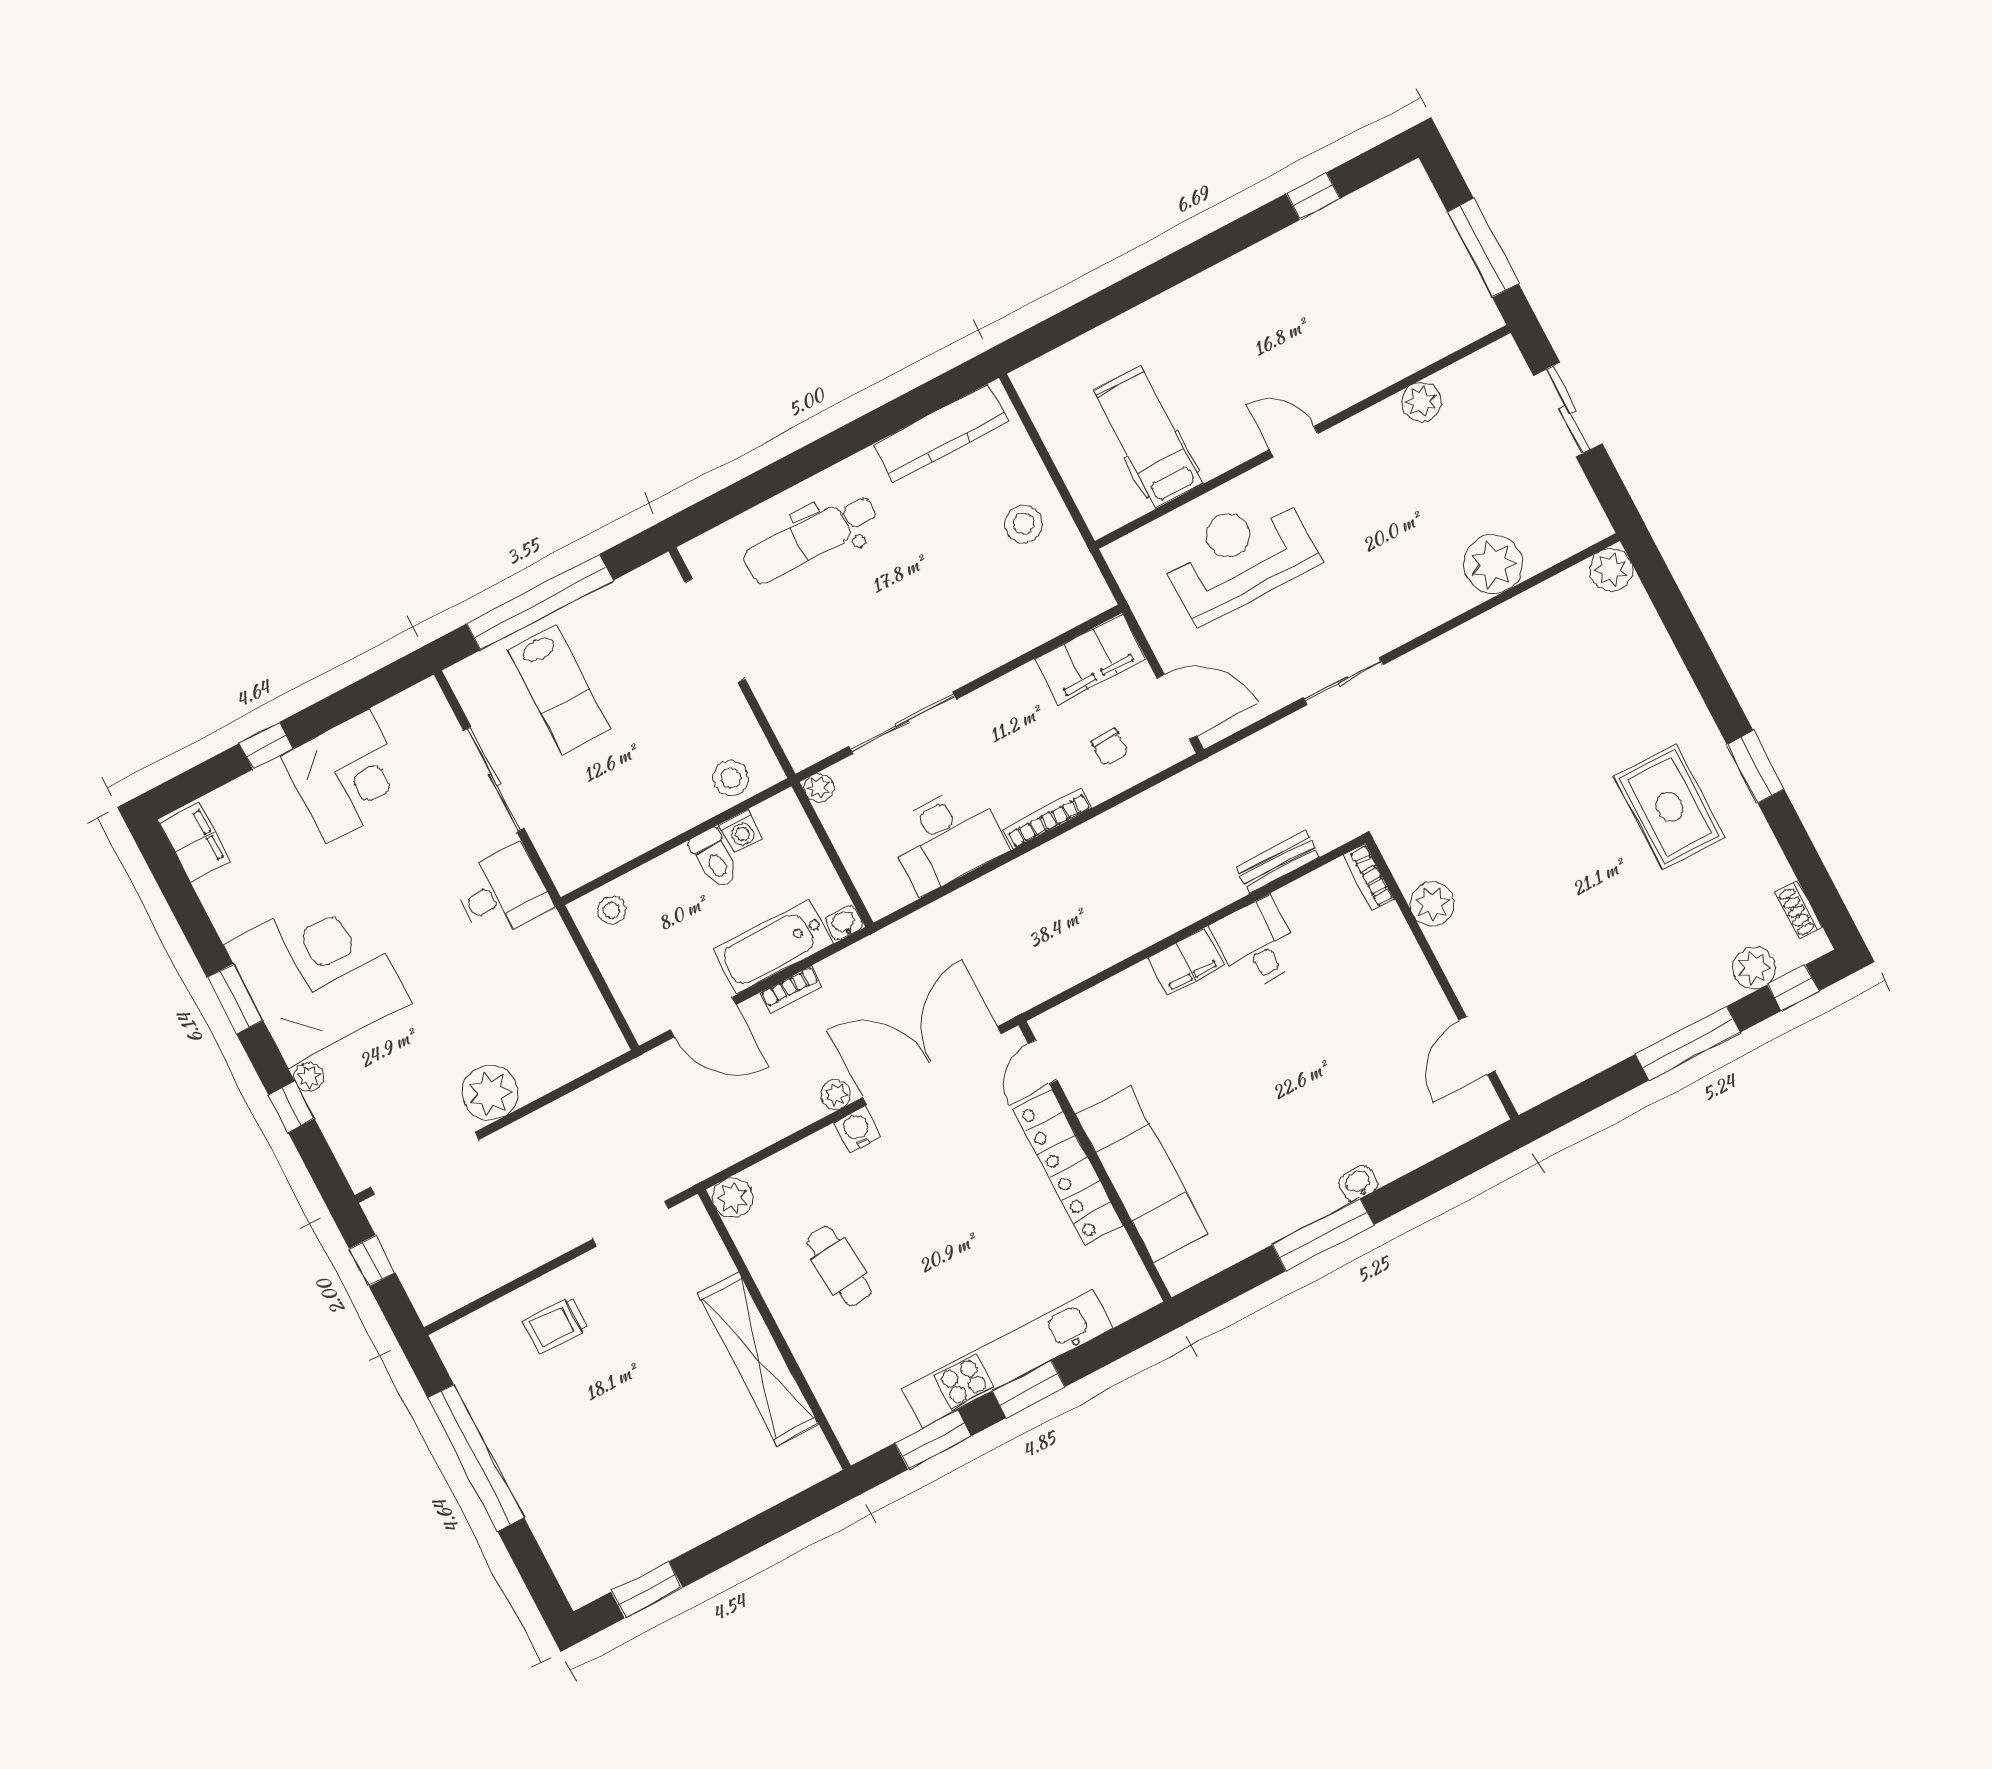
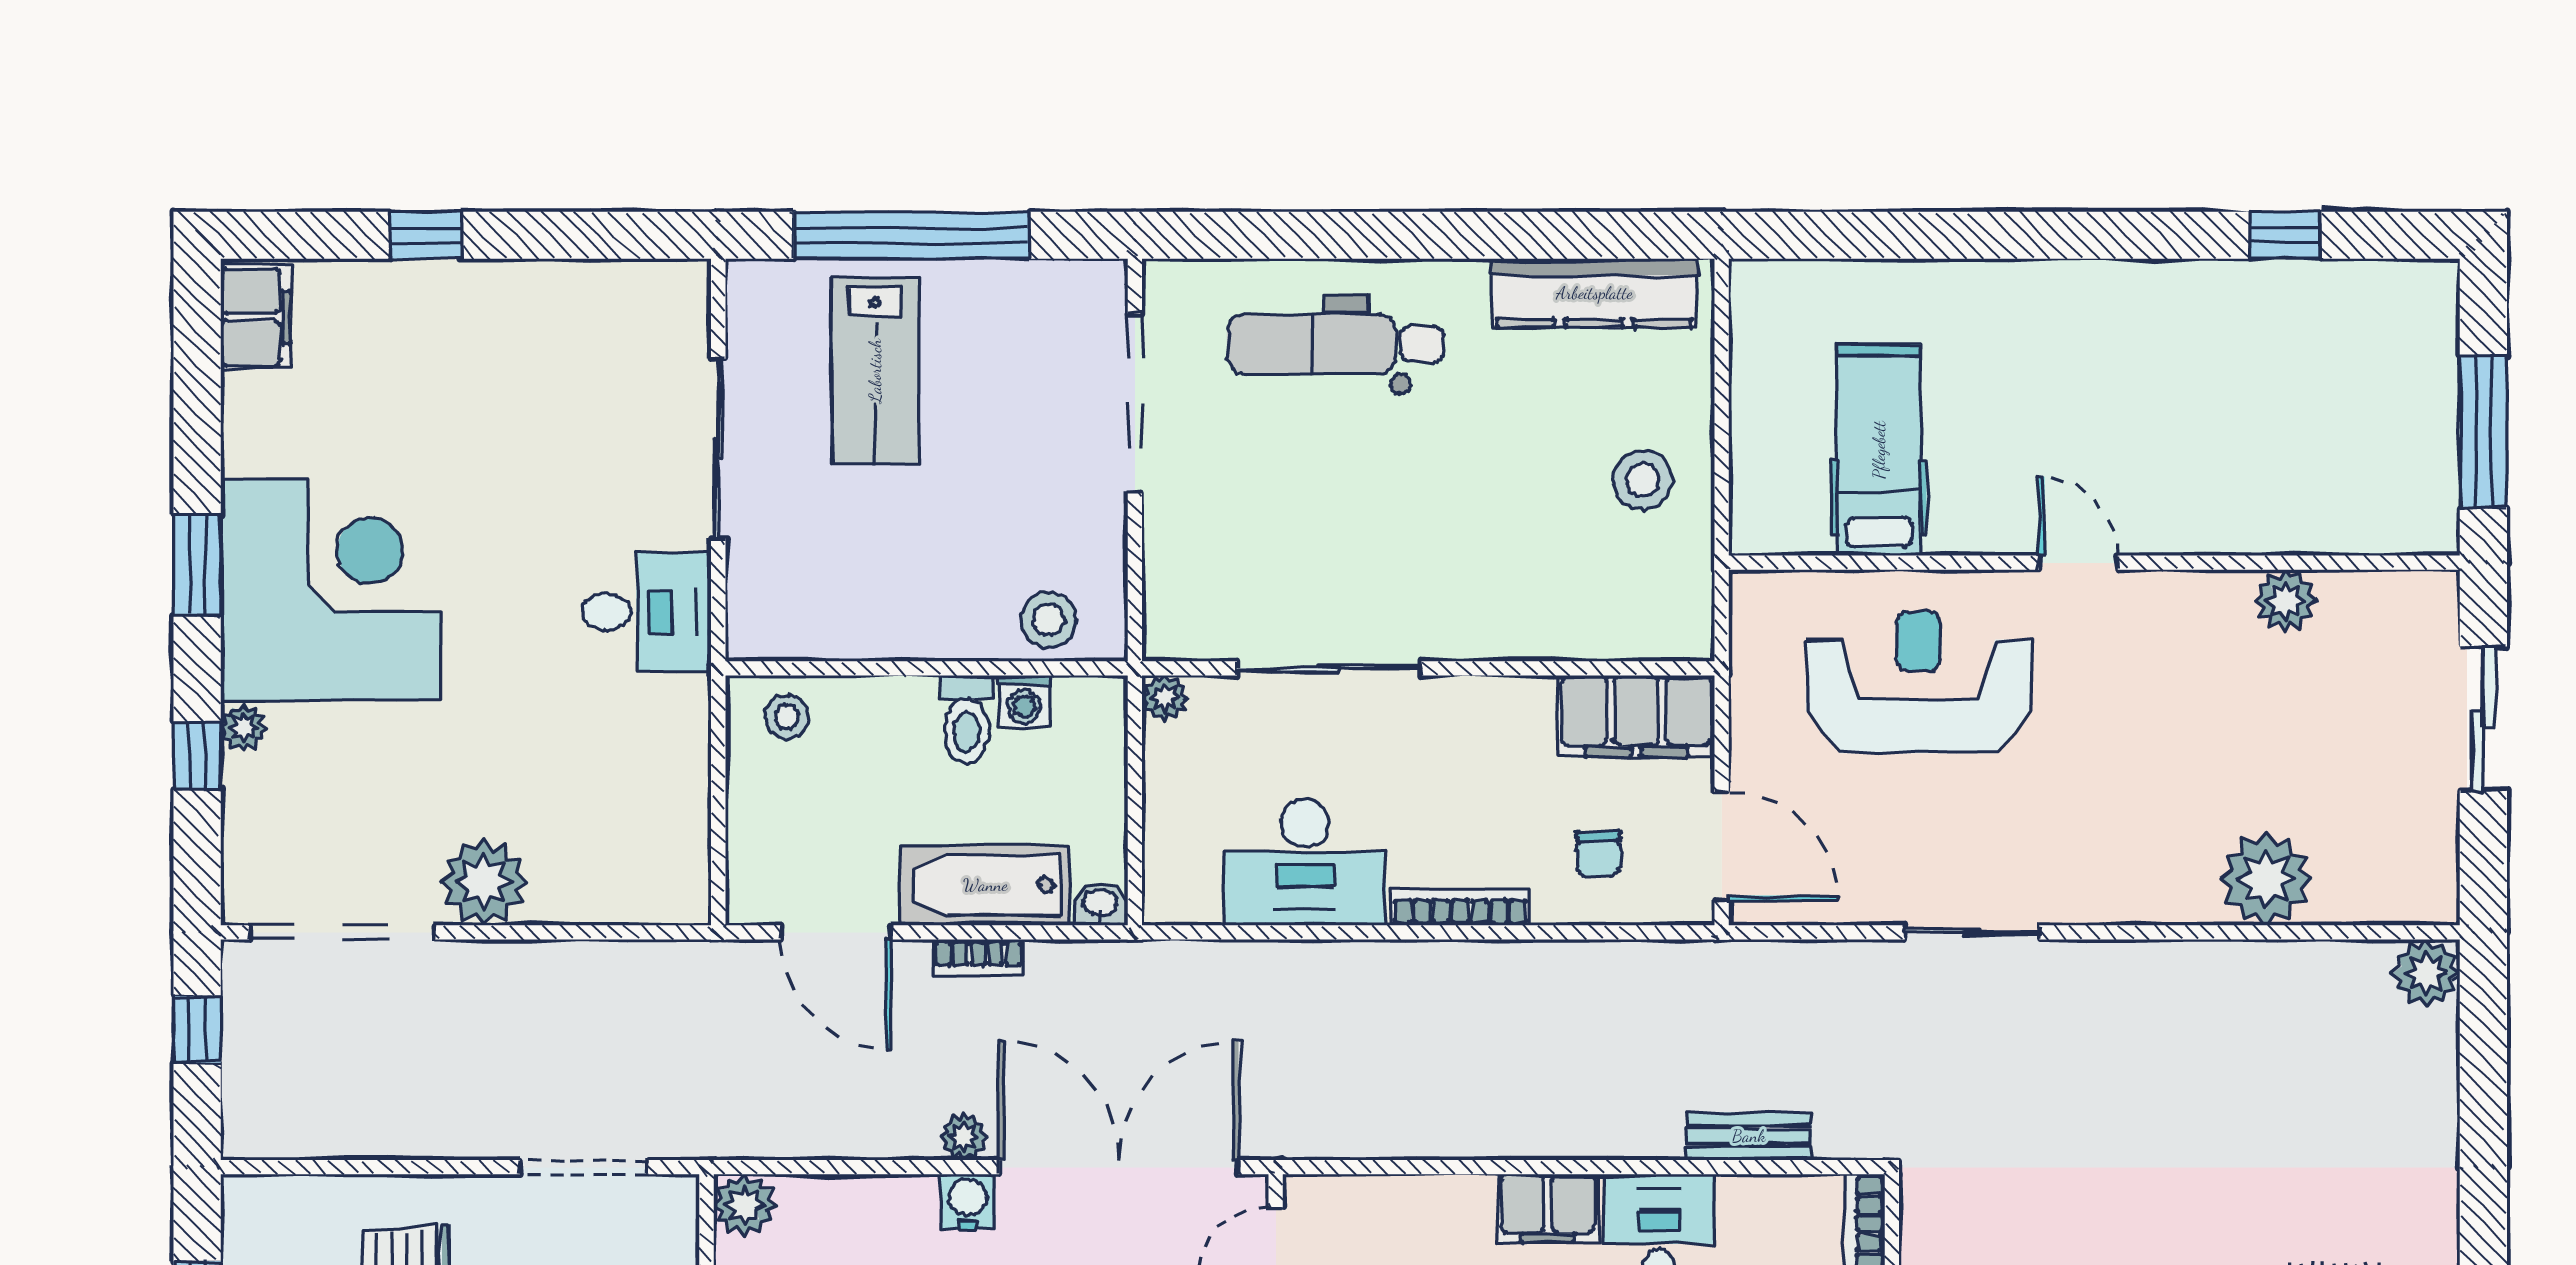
corner desk: (348, 776) -> (518, 338), removed

